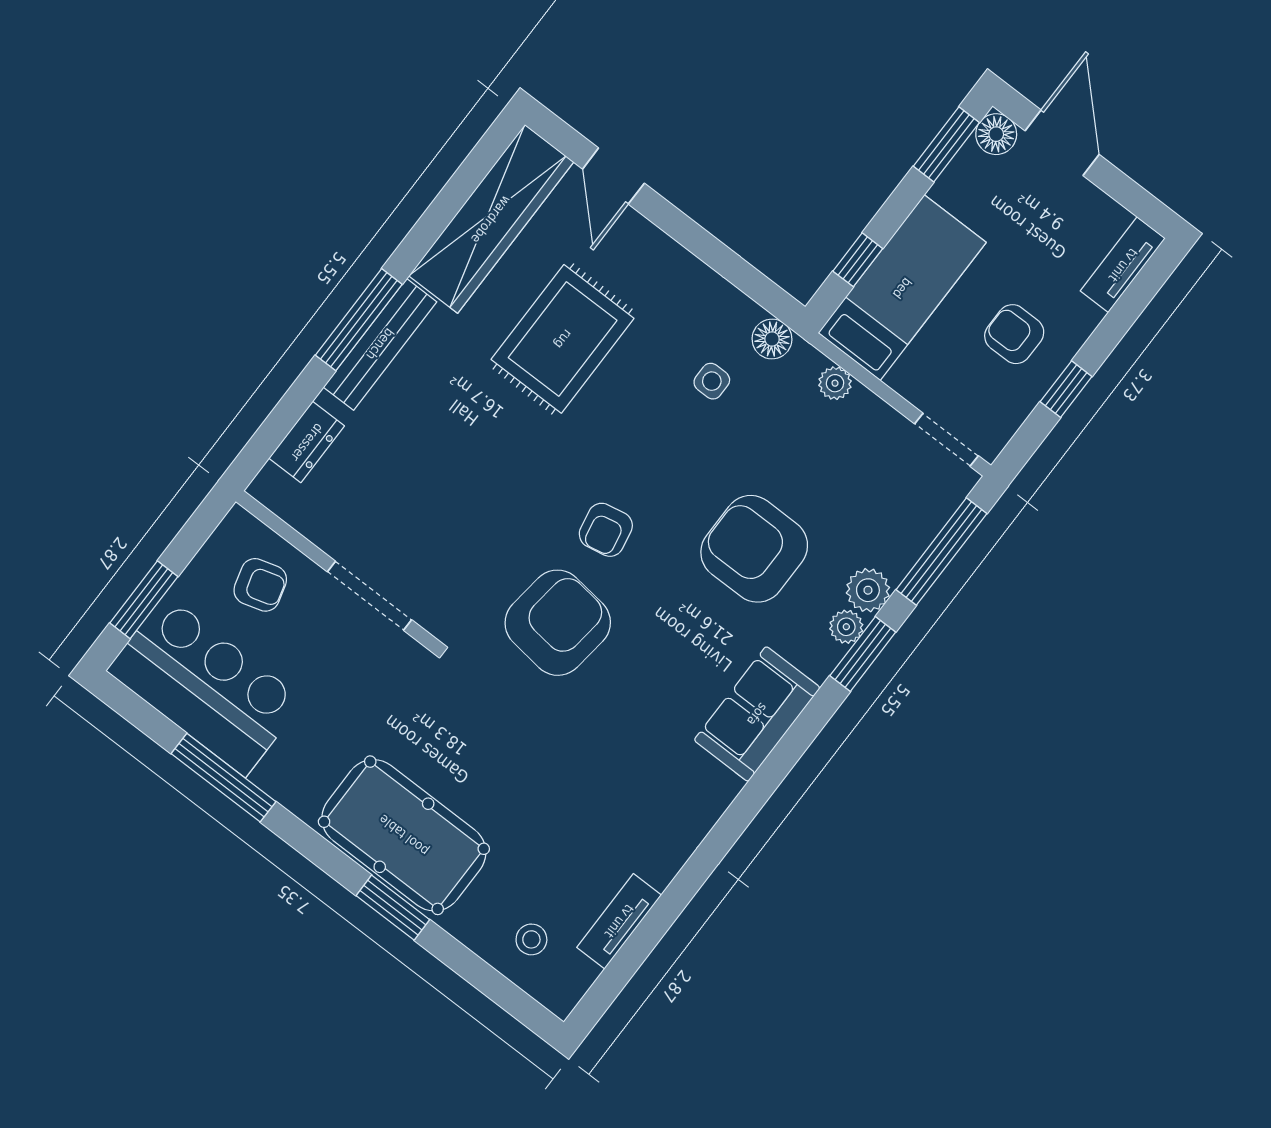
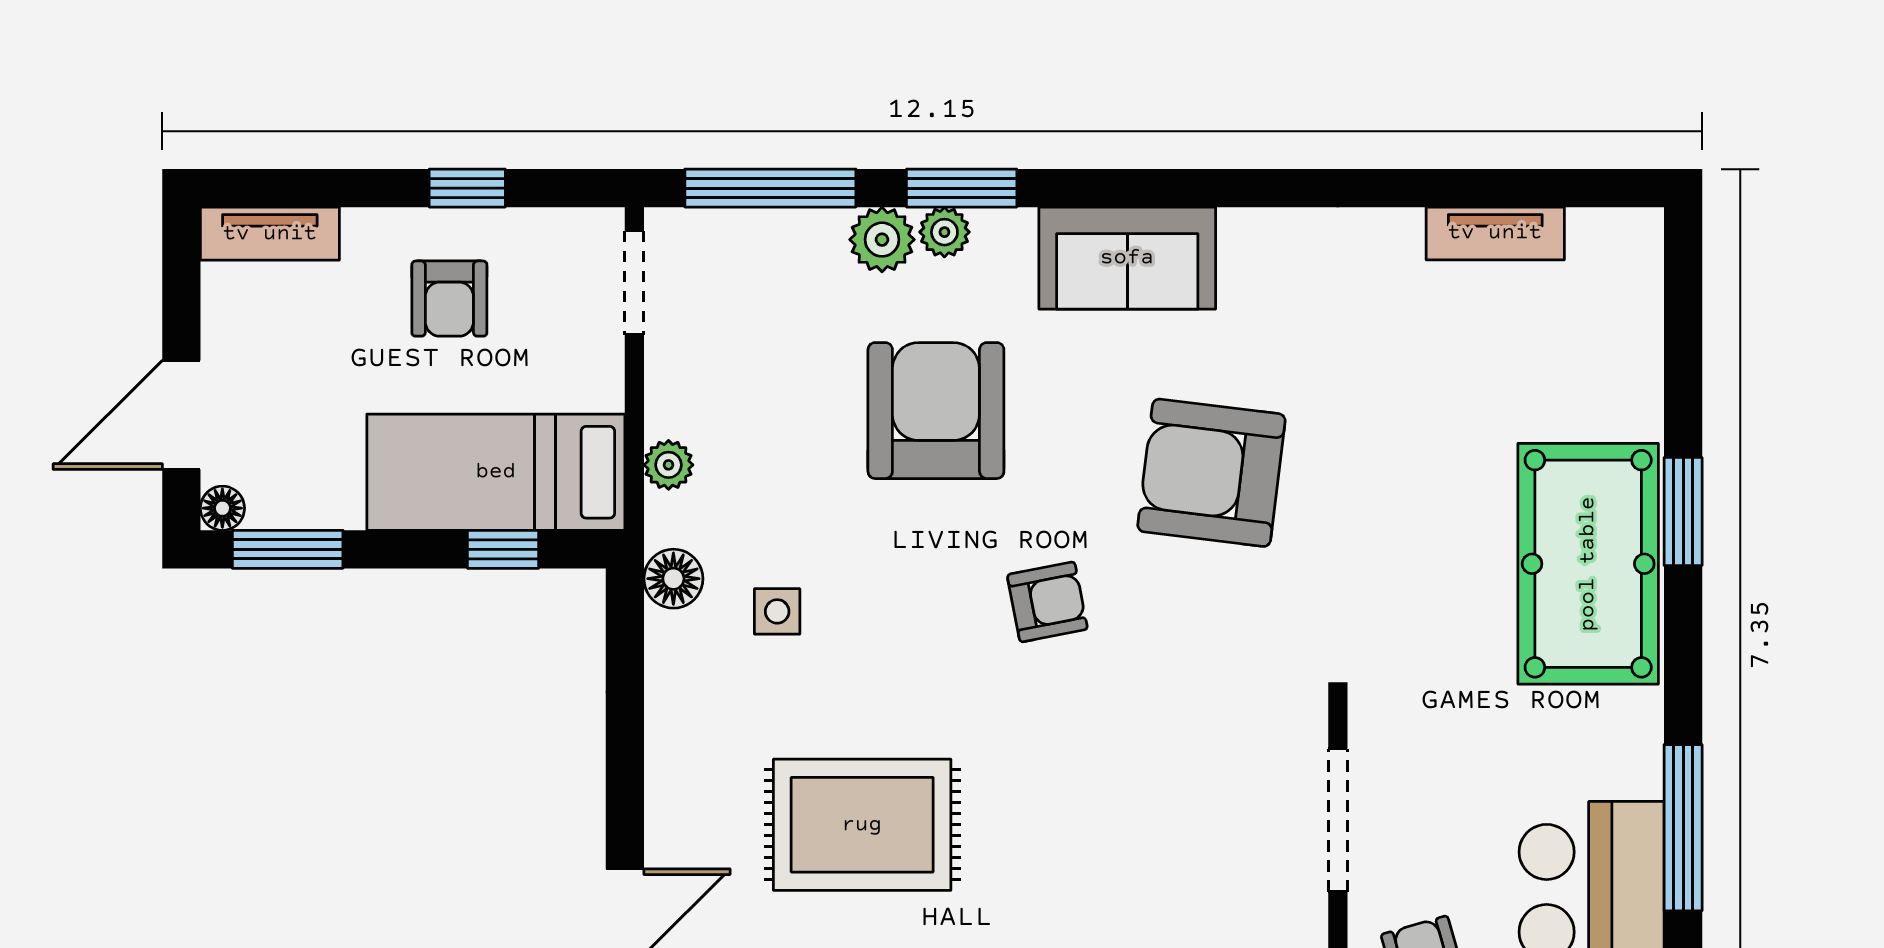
floor lamp: (996, 134) -> (222, 508), width x0.73, depth x0.73
armchair: (754, 549) -> (936, 411), turned 180
armchair: (558, 623) -> (1211, 473), moved
stool: (531, 939) -> (1596, 320), removed

